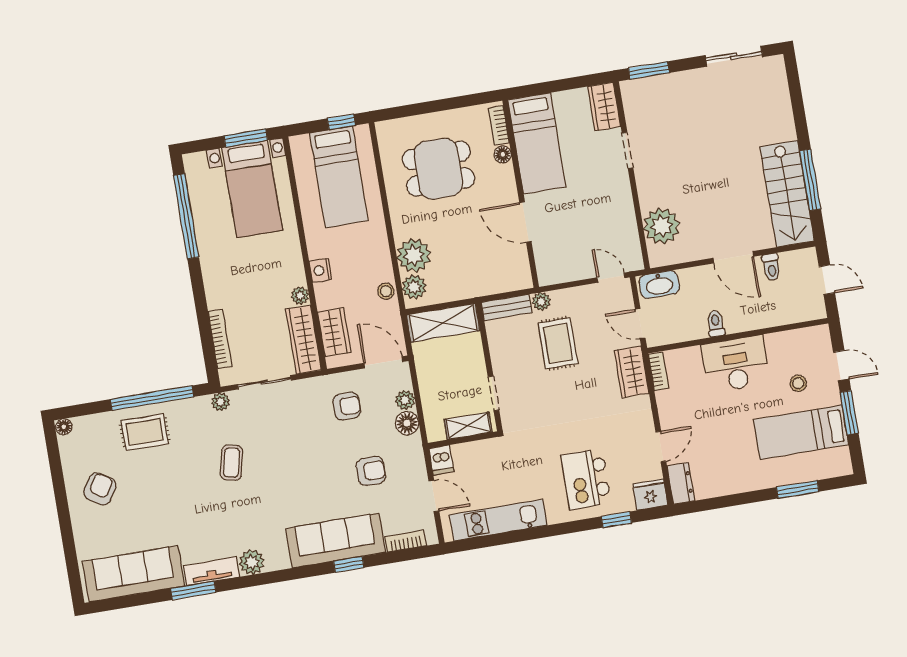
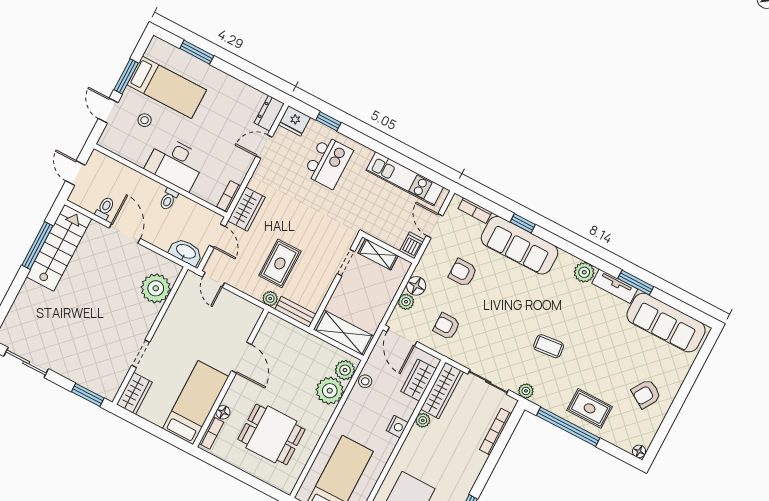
coffee table: (232, 463) -> (549, 346), turned 71

